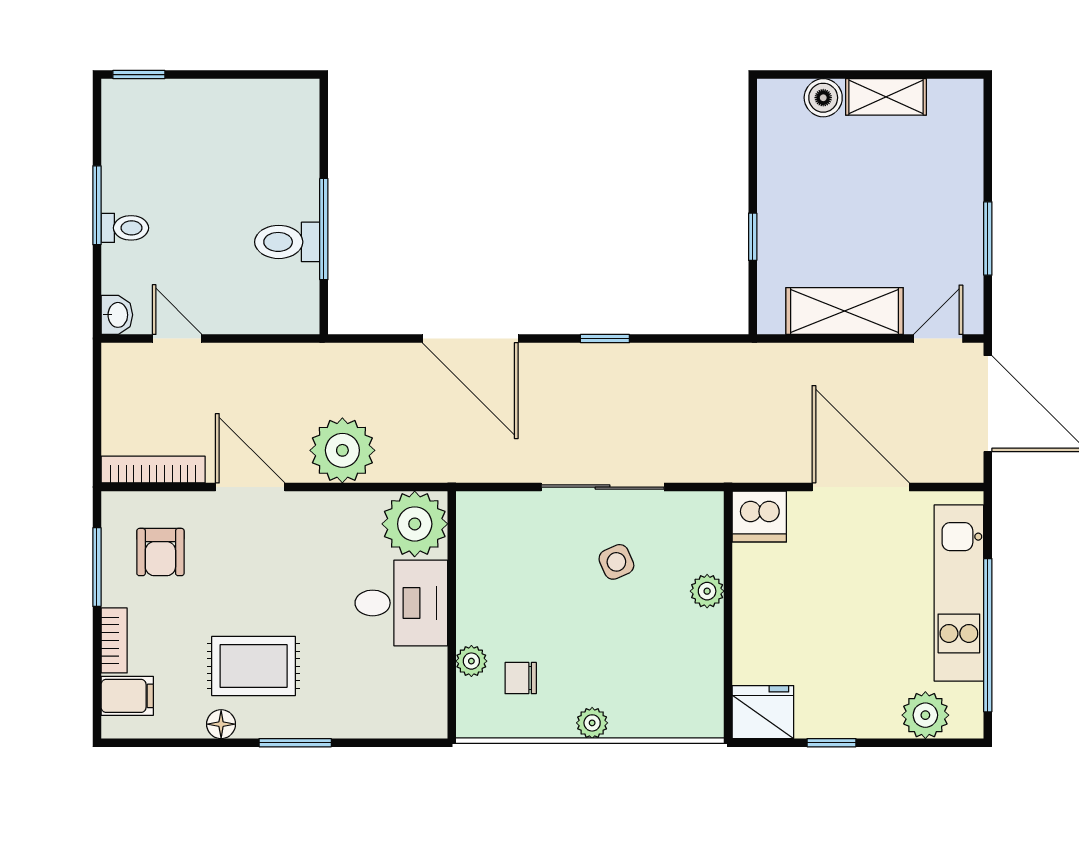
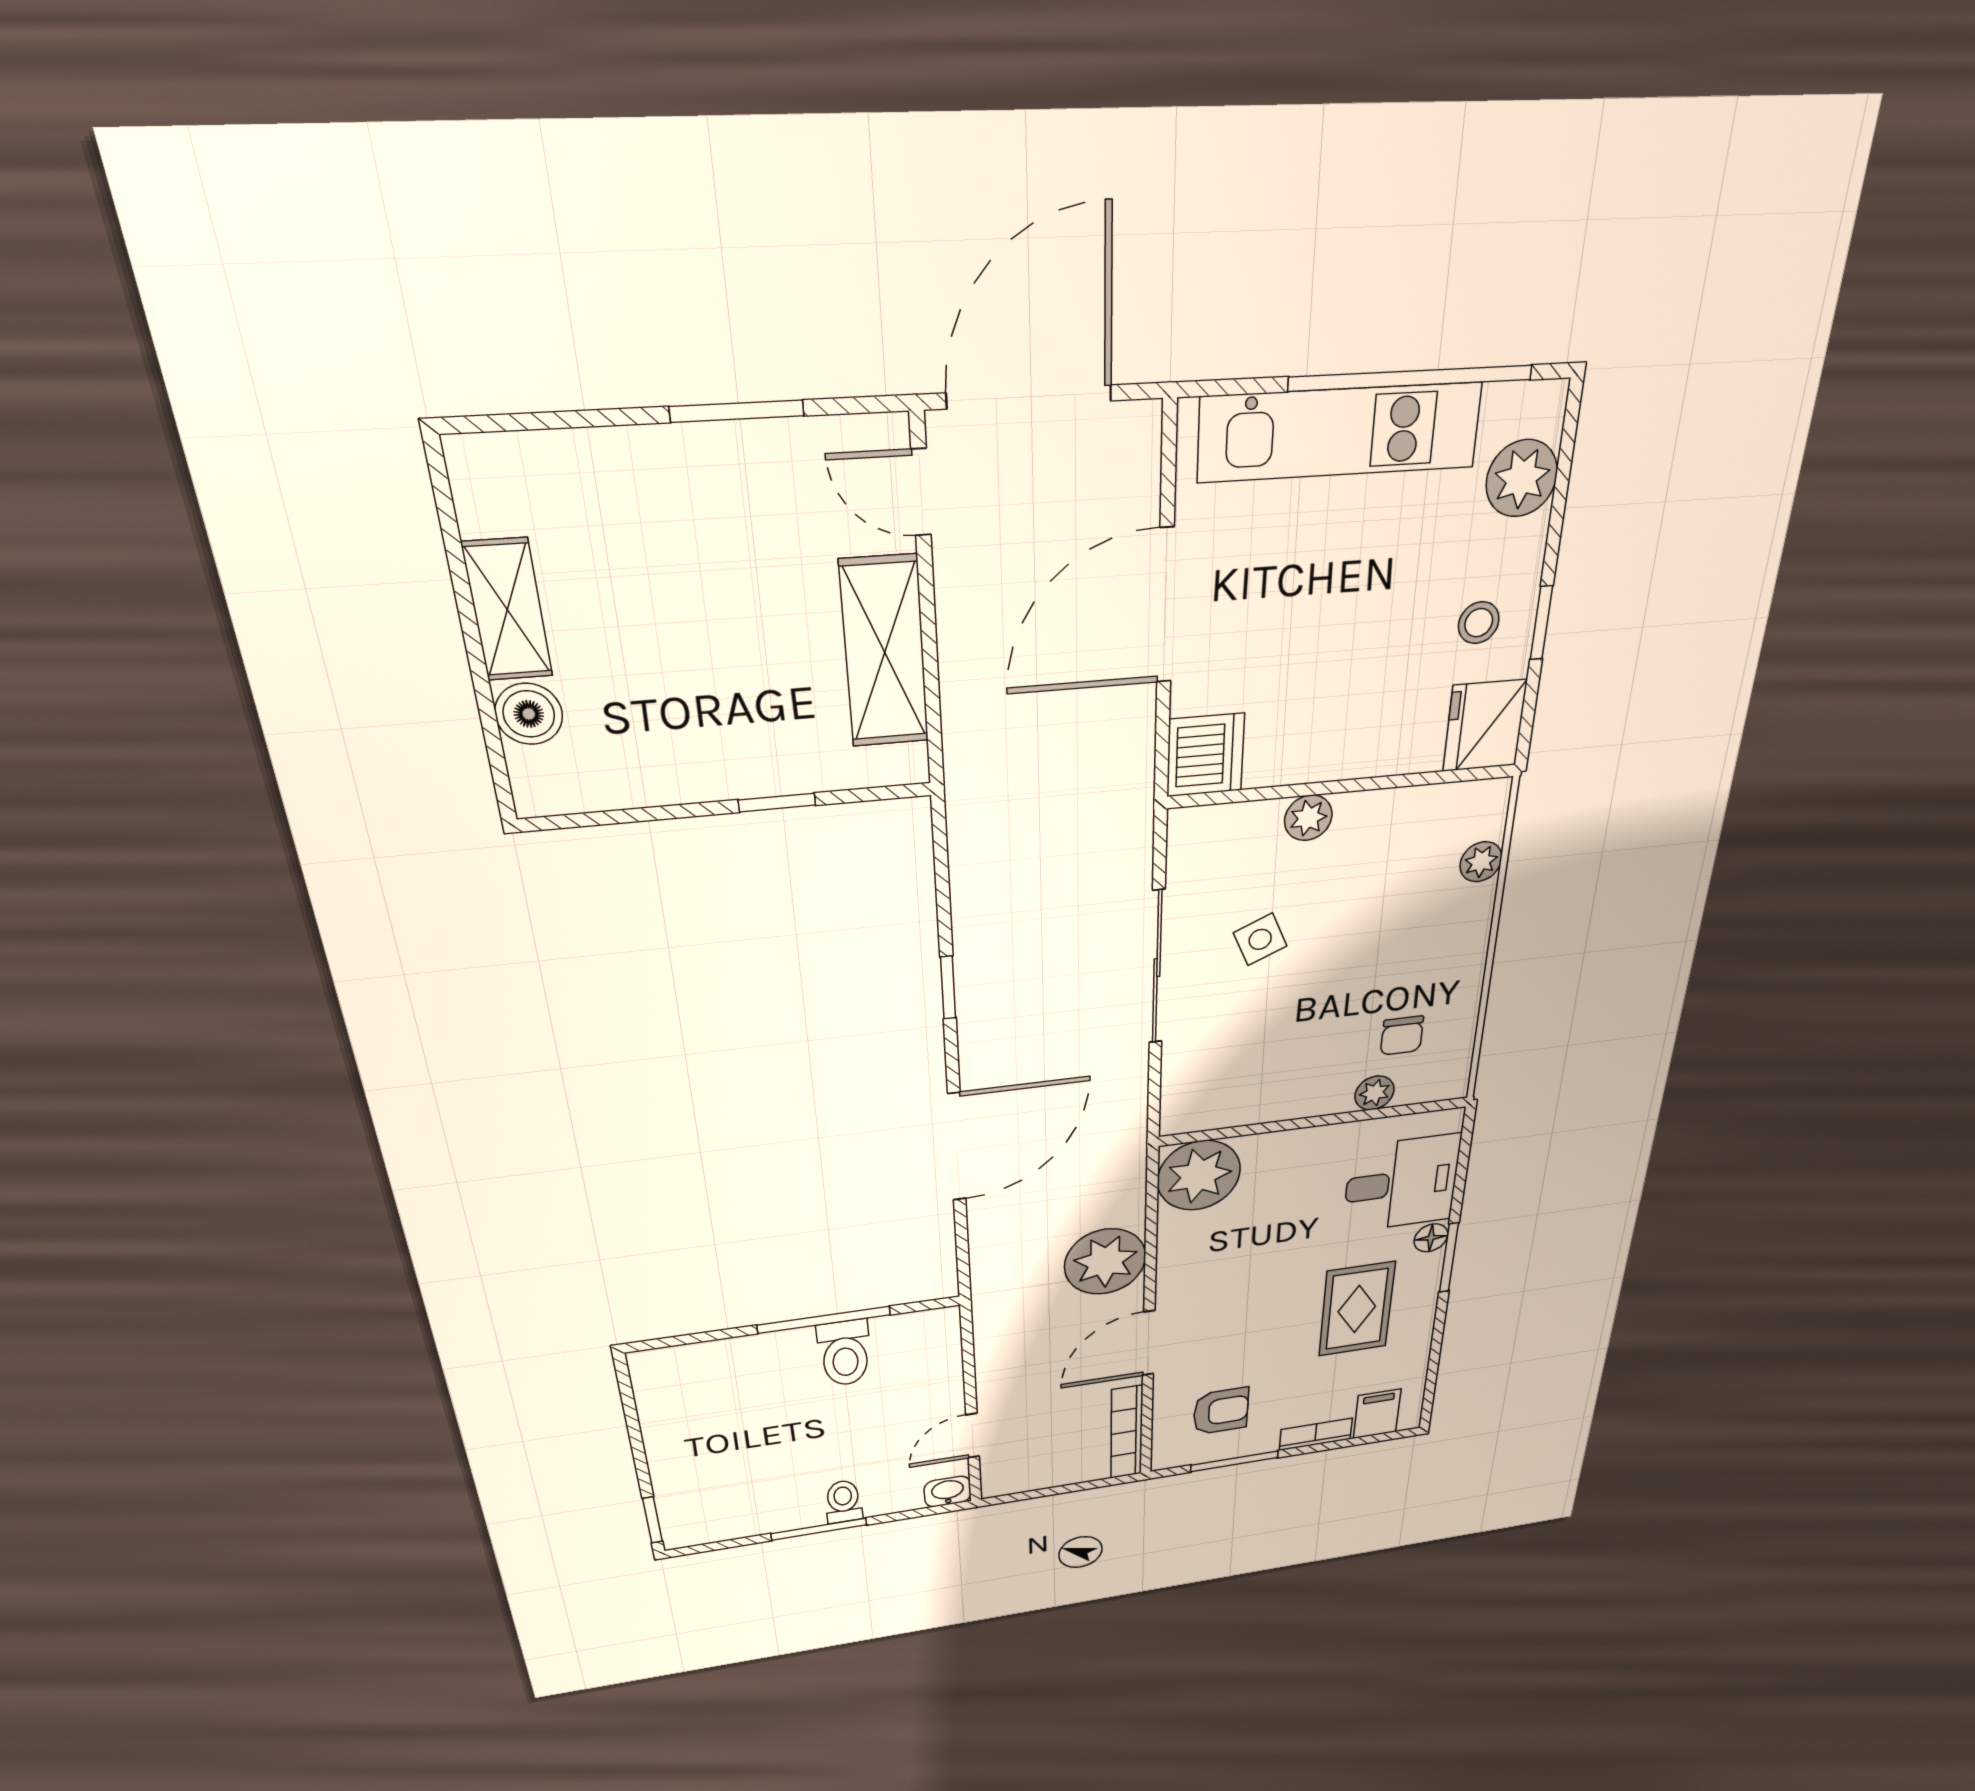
desk: (401, 603) -> (1401, 1183), moved, turned 90
stool: (835, 698) -> (1479, 623), added
plant: (592, 723) -> (1481, 862), moved
floor lamp: (221, 724) -> (1431, 1238), moved

